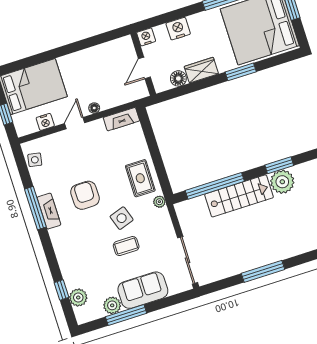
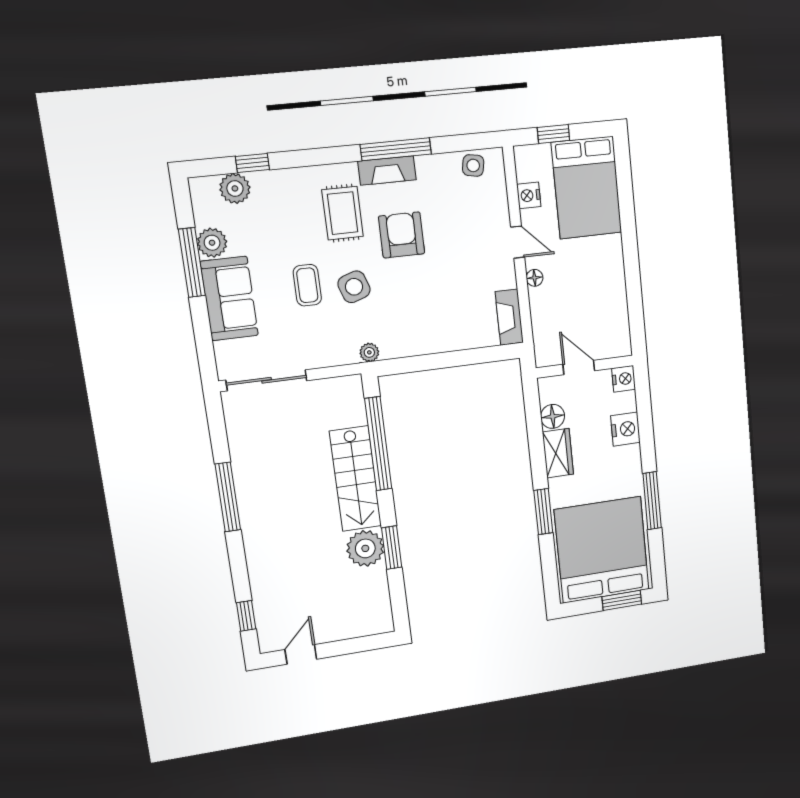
rug: (140, 178) -> (343, 213), moved, turned 90
armchair: (85, 195) -> (402, 235), turned -90

